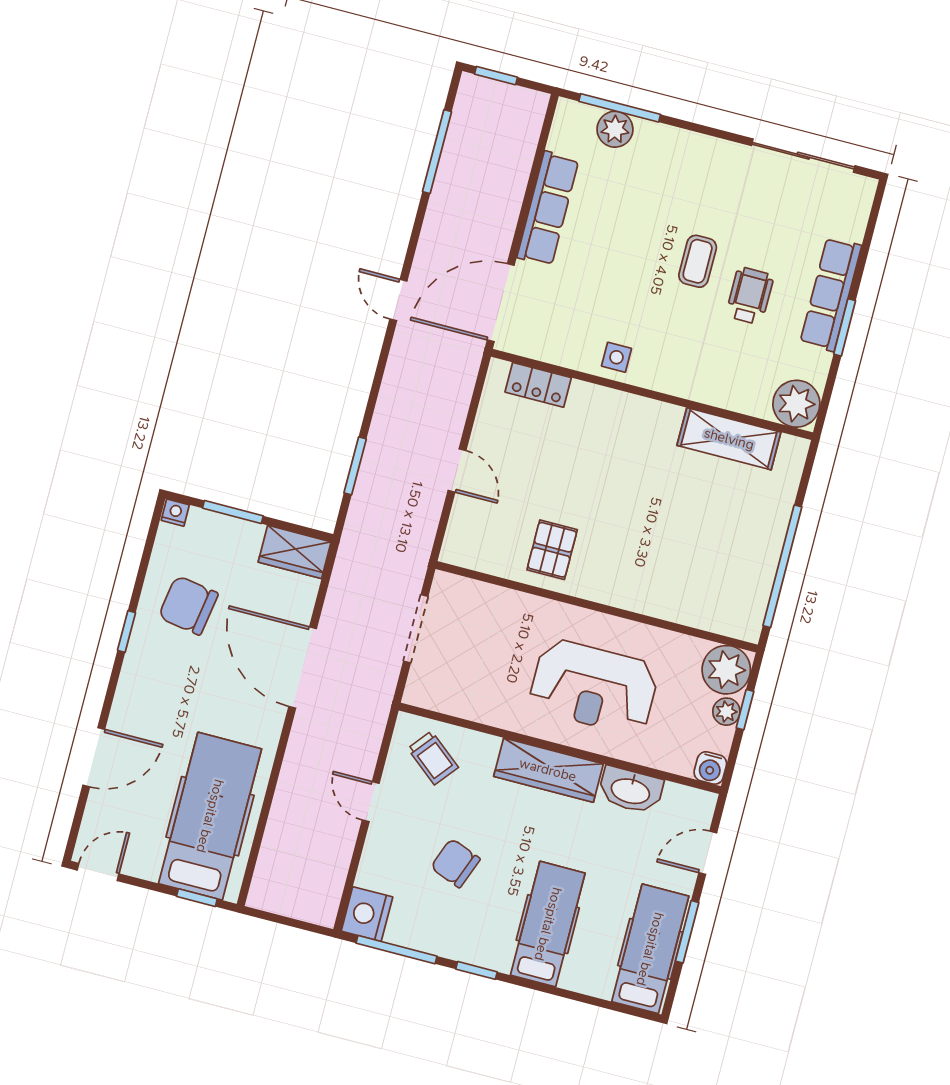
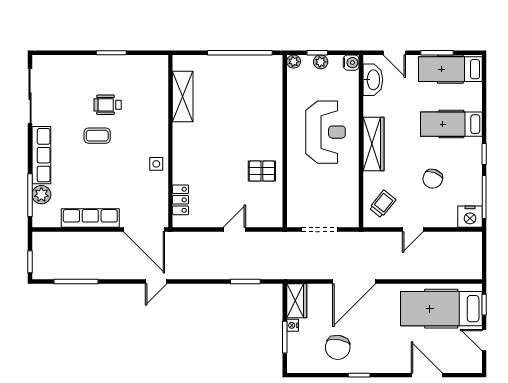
row of seats: (831, 294) -> (41, 155), moved, turned -90
plant: (796, 404) -> (156, 67), removed
nightstand: (175, 513) -> (293, 325), moved
plant: (726, 670) -> (294, 62), width x0.53, depth x0.53
washbasin: (631, 790) -> (373, 80), moved
door: (98, 872) -> (484, 340), moved

